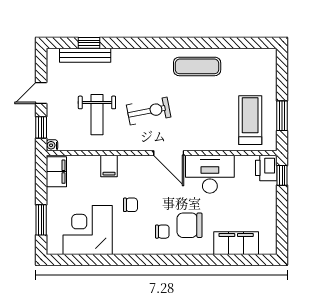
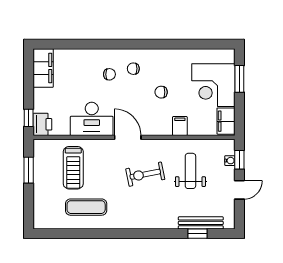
exercise mat: (197, 66) -> (86, 207), moved
treadmill: (250, 120) -> (73, 168), moved
water cooler: (52, 145) -> (230, 161), moved
chair: (190, 225) -> (109, 74), width x0.54, depth x0.54
corner desk: (88, 230) -> (213, 85), moved, turned 90
filing cabinet: (236, 243) -> (43, 68), moved, turned -90

